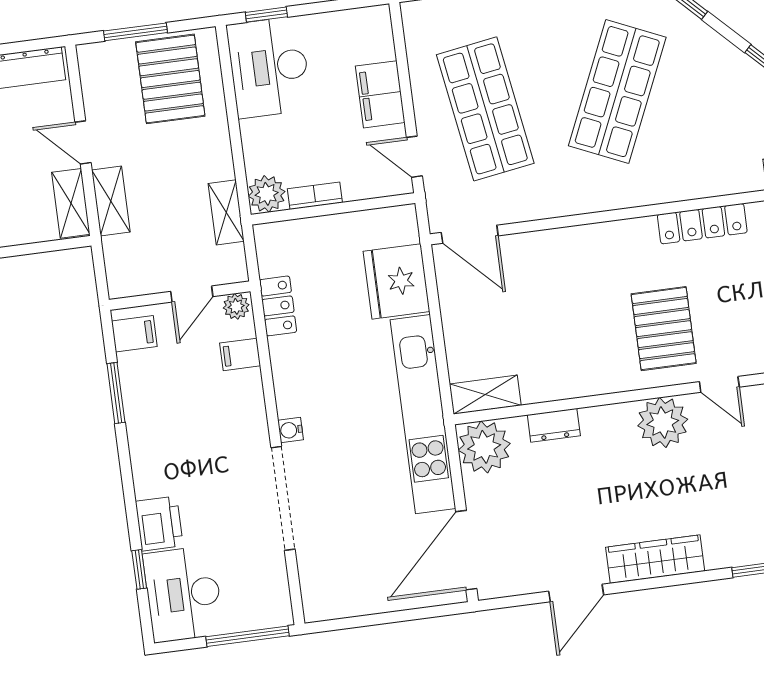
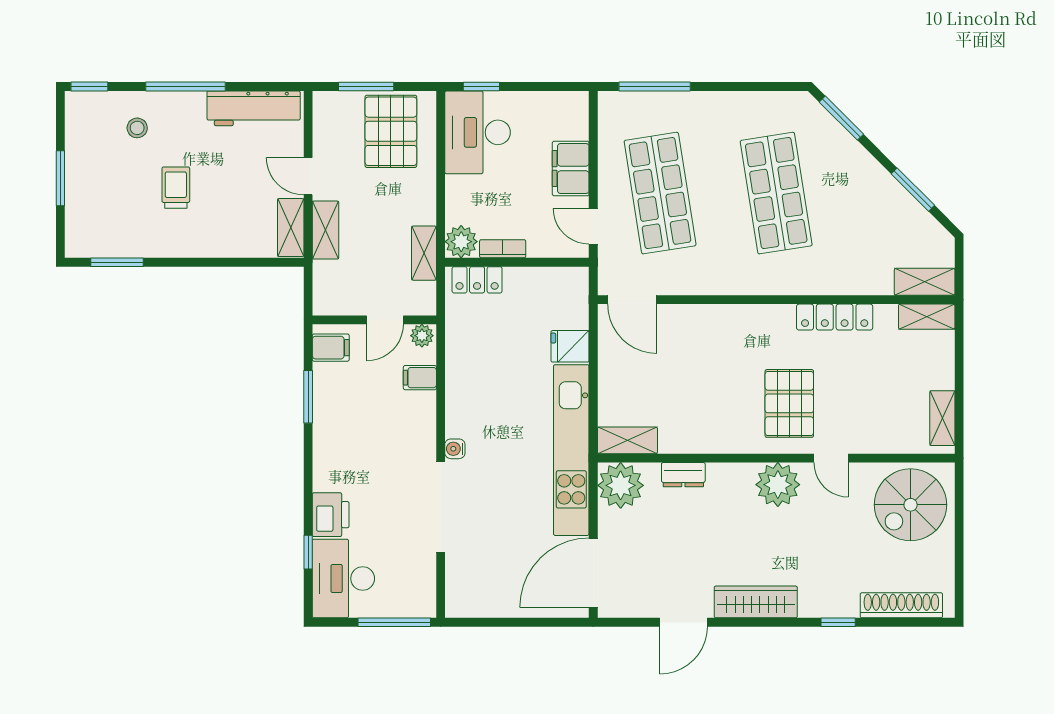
shop shelf: (617, 92) -> (776, 193), turned -33
fridge: (397, 281) -> (570, 346), width x0.53, depth x0.75
locker: (278, 306) -> (477, 280), moved, turned 90

